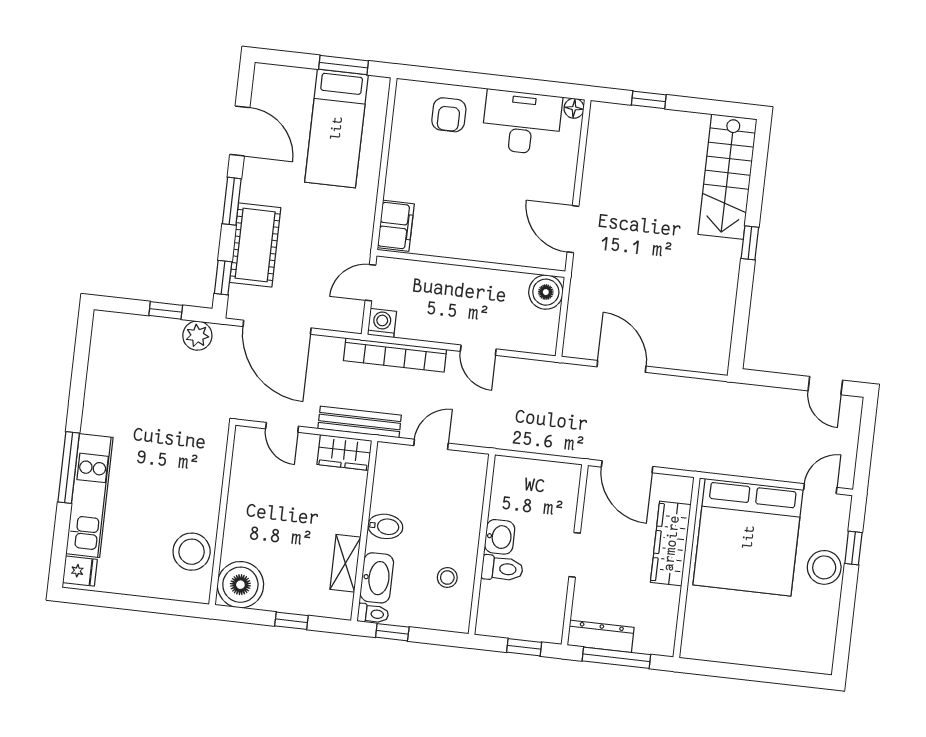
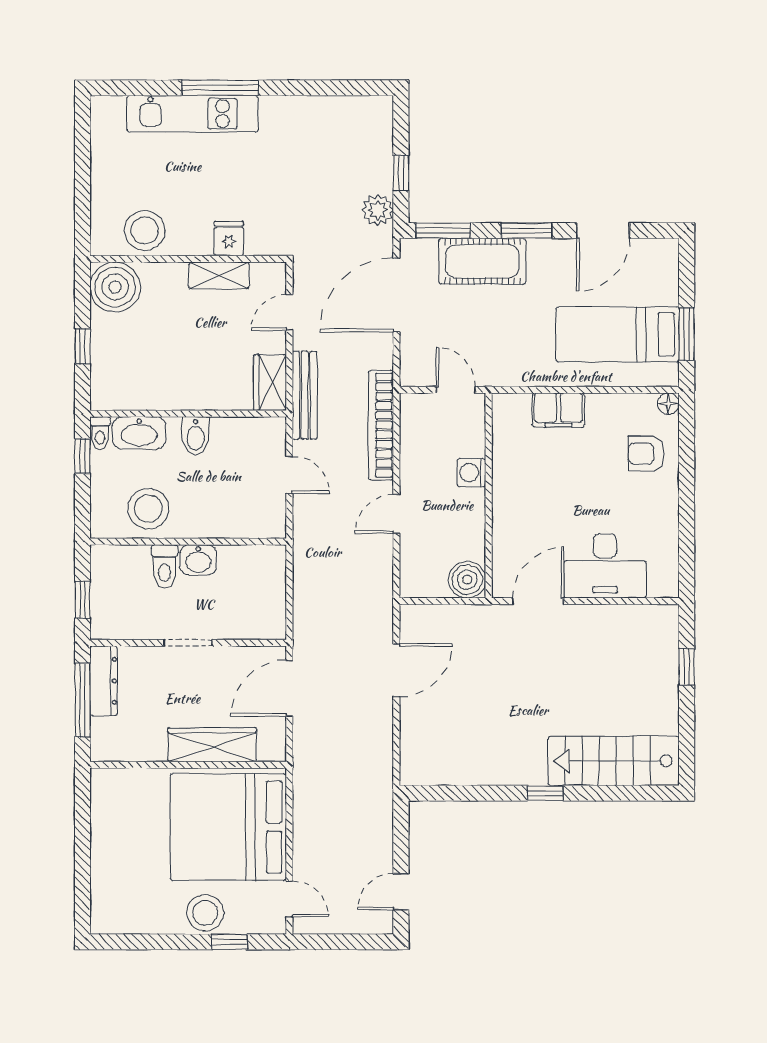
floor lamp: (574, 108) -> (668, 404), moved
desk: (522, 122) -> (605, 566), moved, turned 90
filing cabinet: (396, 226) -> (558, 410), moved
window: (223, 278) -> (443, 231), width x1.50
washing machine: (382, 323) -> (471, 473), moved, turned 180
shelving: (345, 563) -> (219, 275), moved
fridge: (80, 571) -> (229, 239), moved, turned 180
stool: (447, 577) -> (148, 509), width x1.89, depth x1.89

